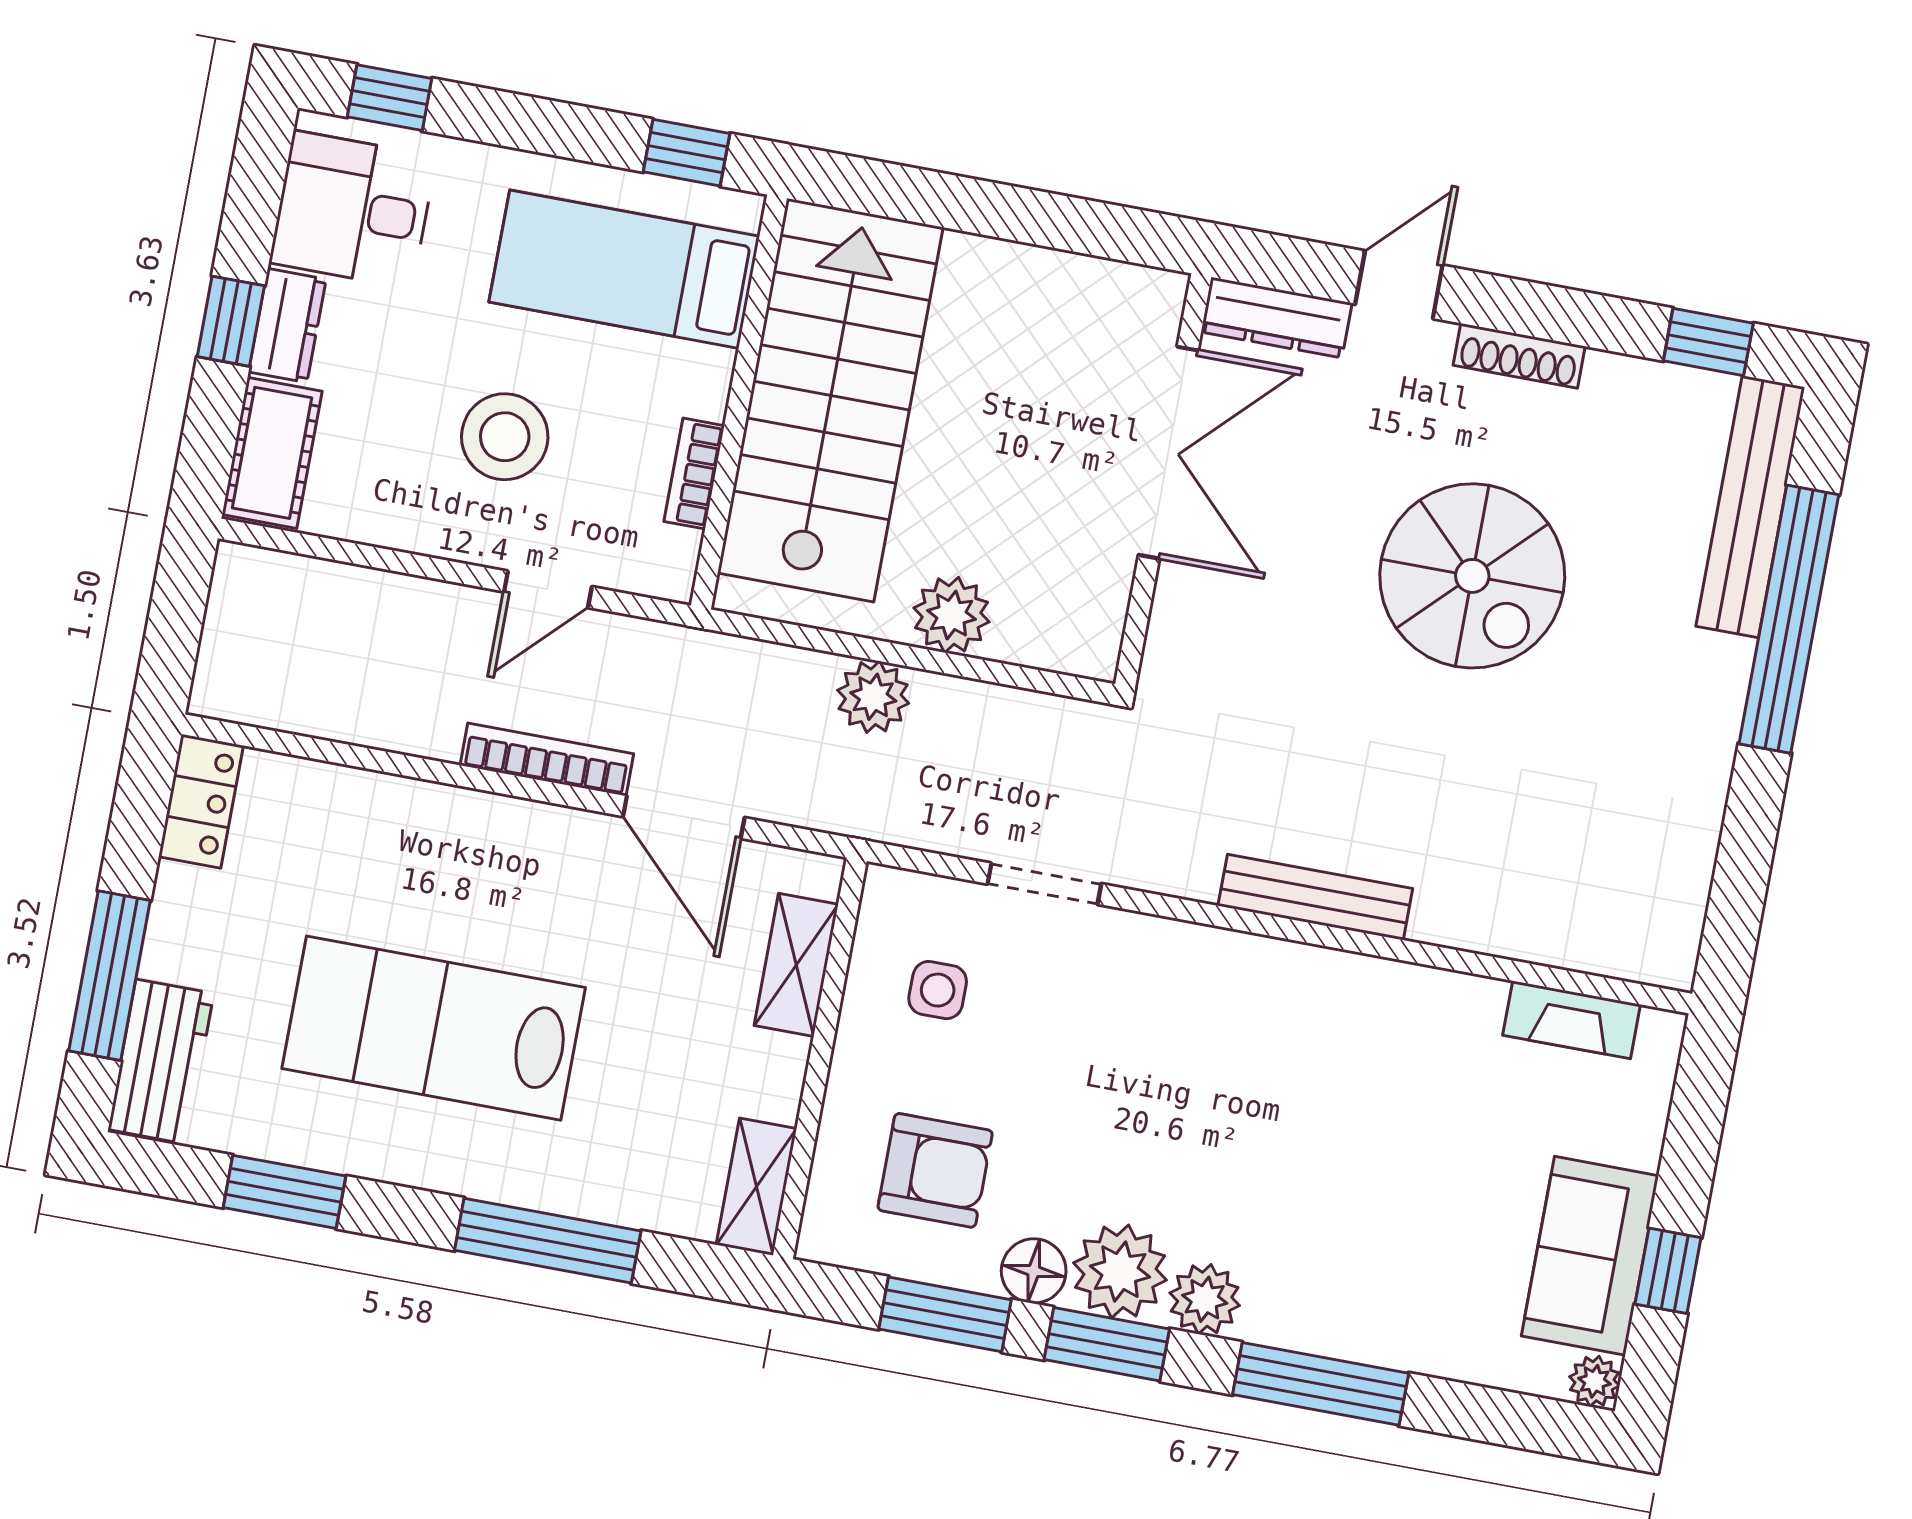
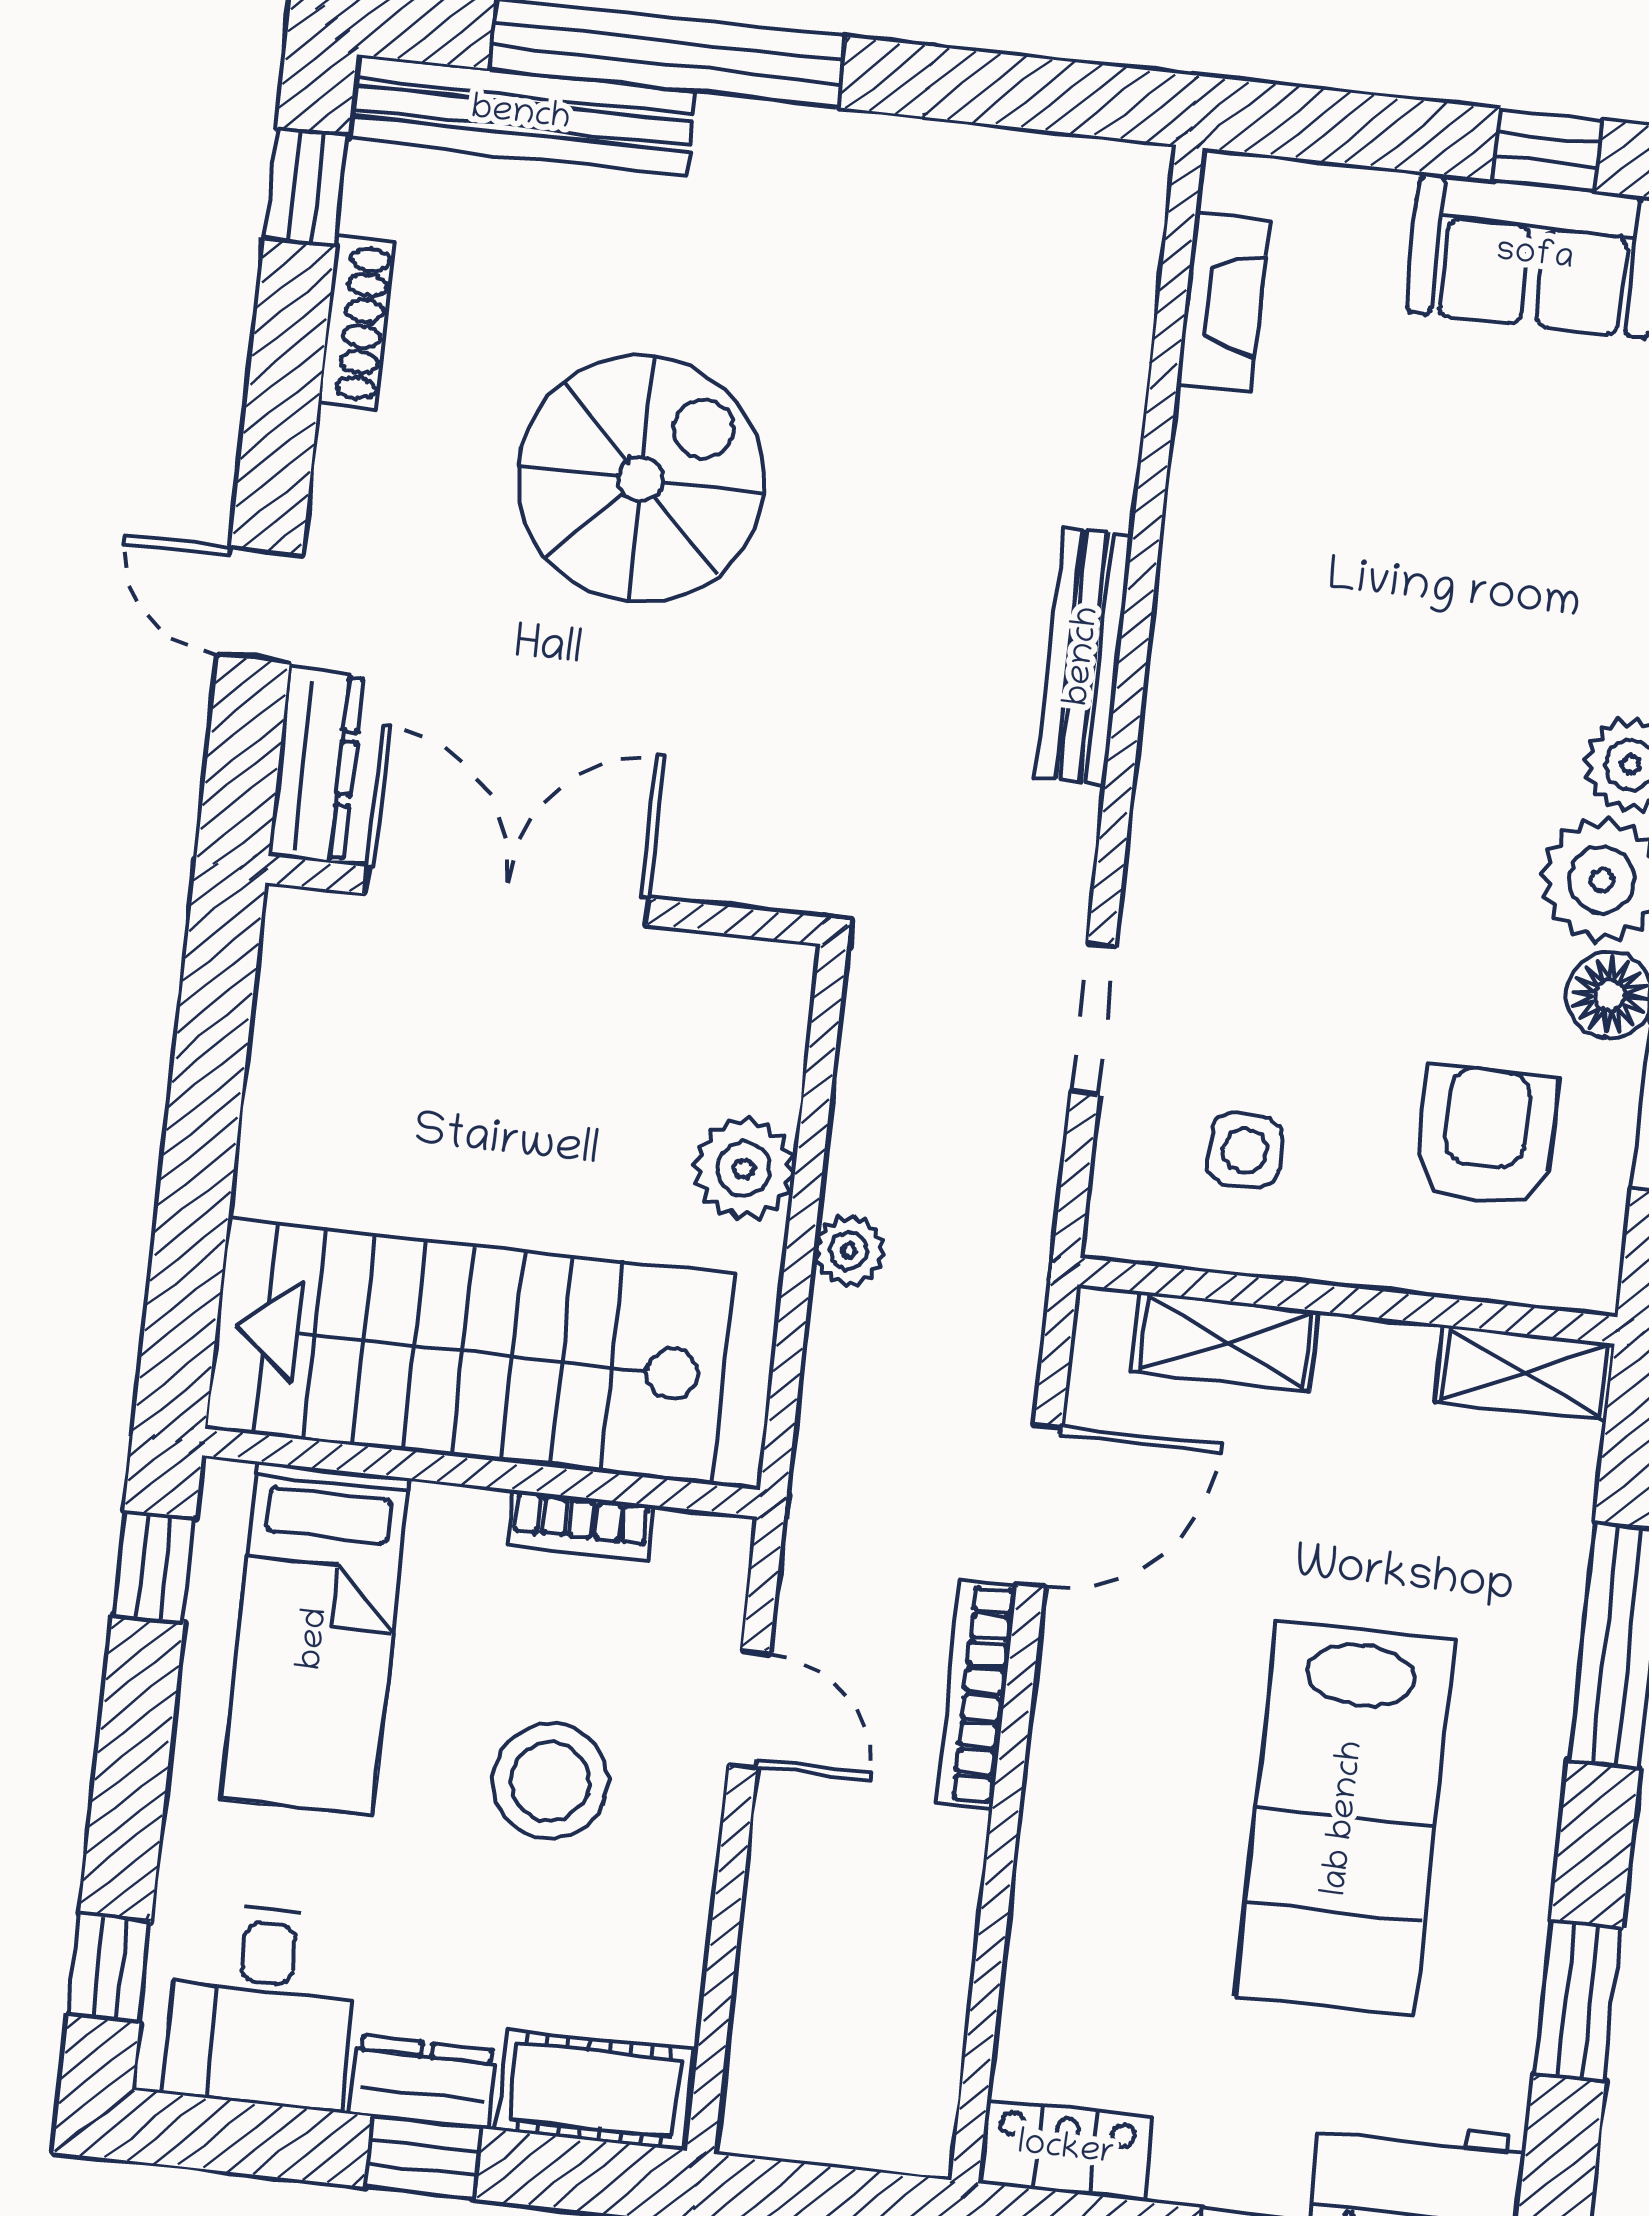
shoe rack: (1519, 356) -> (356, 323), moved
plant: (873, 697) -> (849, 1251), width x0.73, depth x0.73

